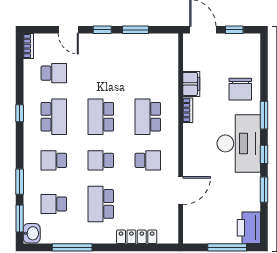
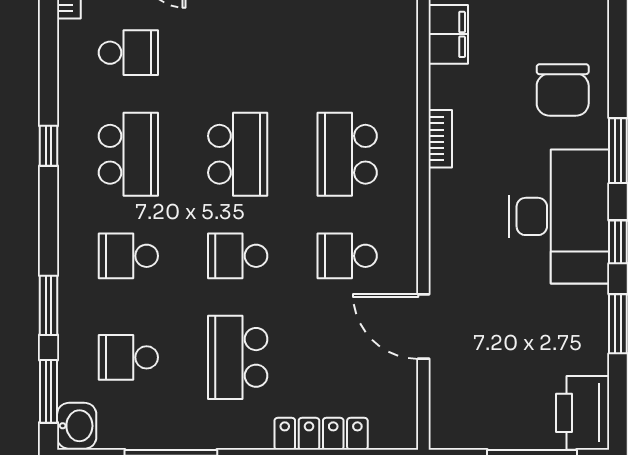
filing cabinet: (191, 84) -> (448, 34), moved
school desk: (101, 117) -> (238, 154), turned 180
school desk: (148, 160) -> (347, 256), turned 180
door: (181, 191) -> (423, 326), swing flipped

